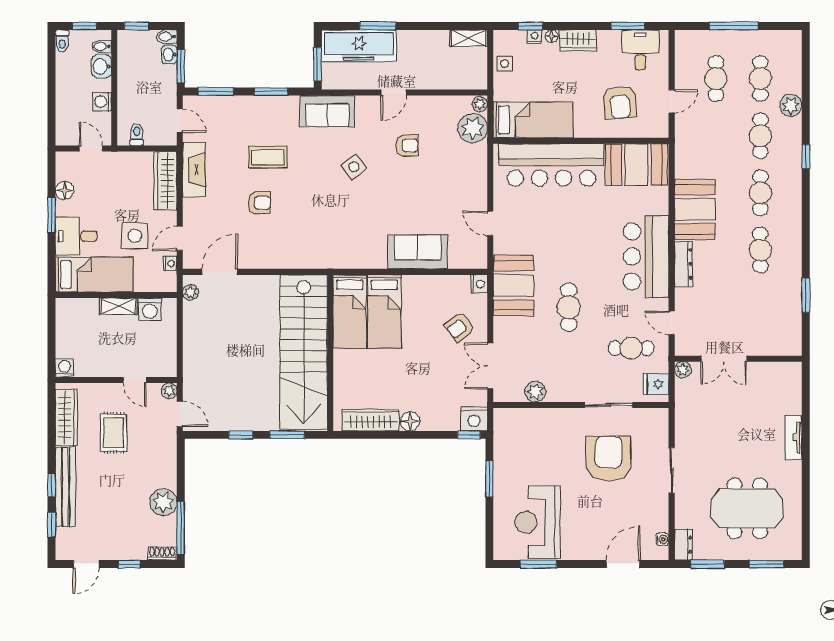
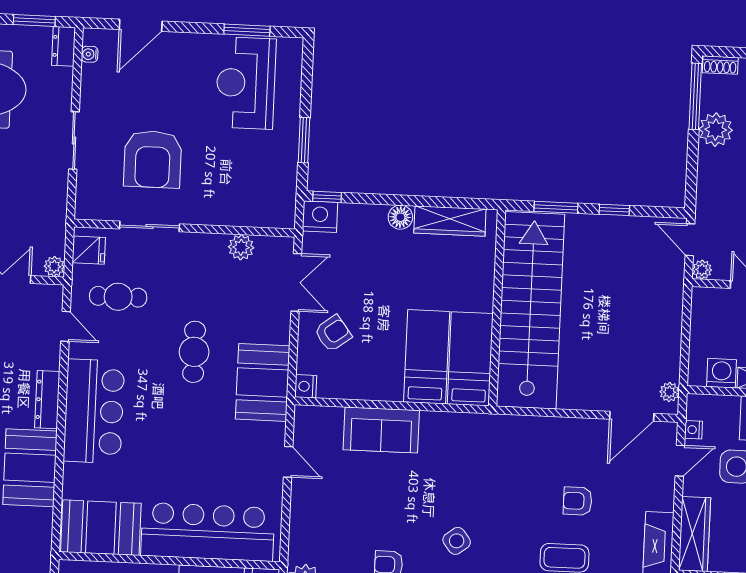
reception desk: (537, 522) -> (246, 83), turned 180

